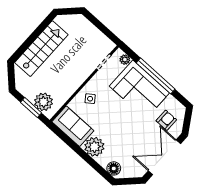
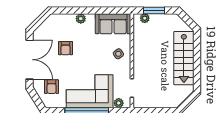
plant: (44, 102) -> (145, 18), width x0.53, depth x0.53
armchair: (128, 141) -> (65, 48), added
plant: (94, 147) -> (81, 19), width x0.53, depth x0.53
floor lamp: (114, 168) -> (58, 20), removed

